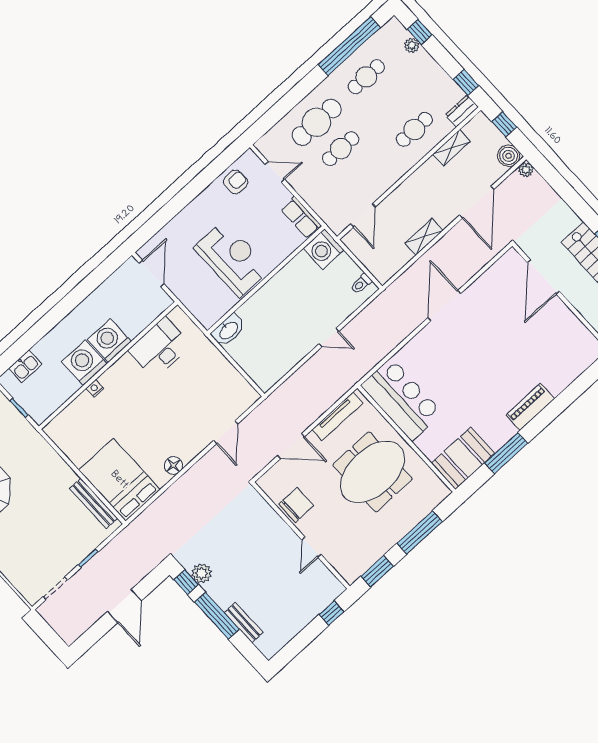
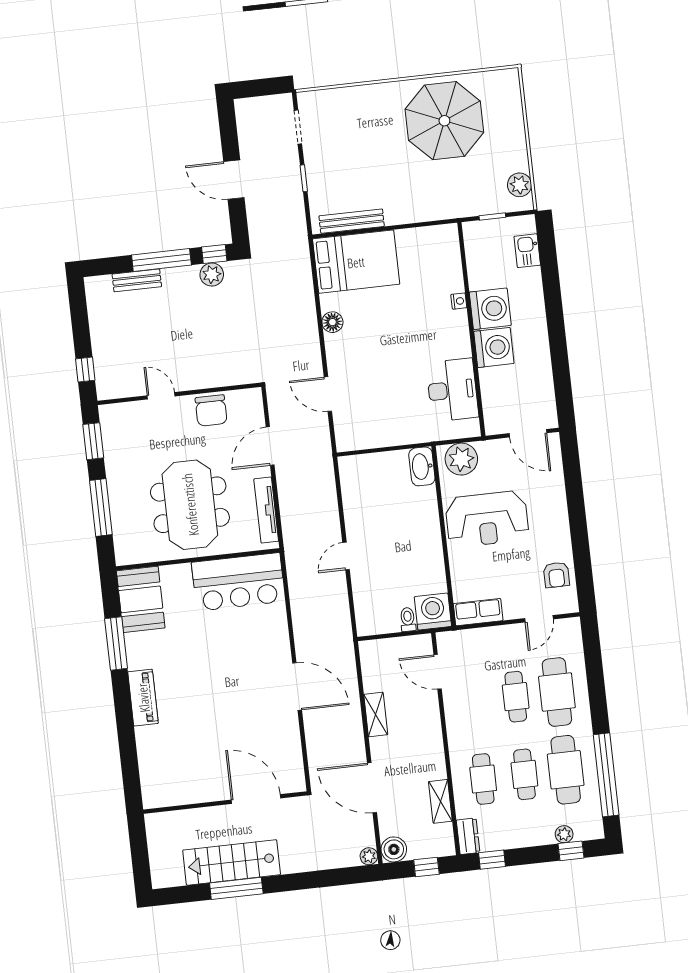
cafe table: (366, 77) -> (566, 770), width x1.37, depth x1.35
cafe table: (390, 103) -> (524, 774), added
toilet: (361, 284) -> (408, 619), moved
plant: (203, 307) -> (461, 459), added

